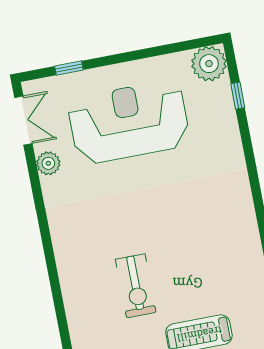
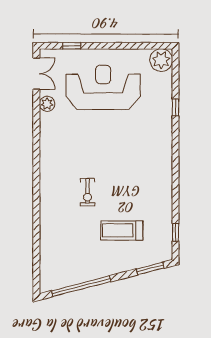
window: (238, 96) -> (175, 107), moved
exercise bike: (136, 286) -> (88, 192), width x0.73, depth x0.72

